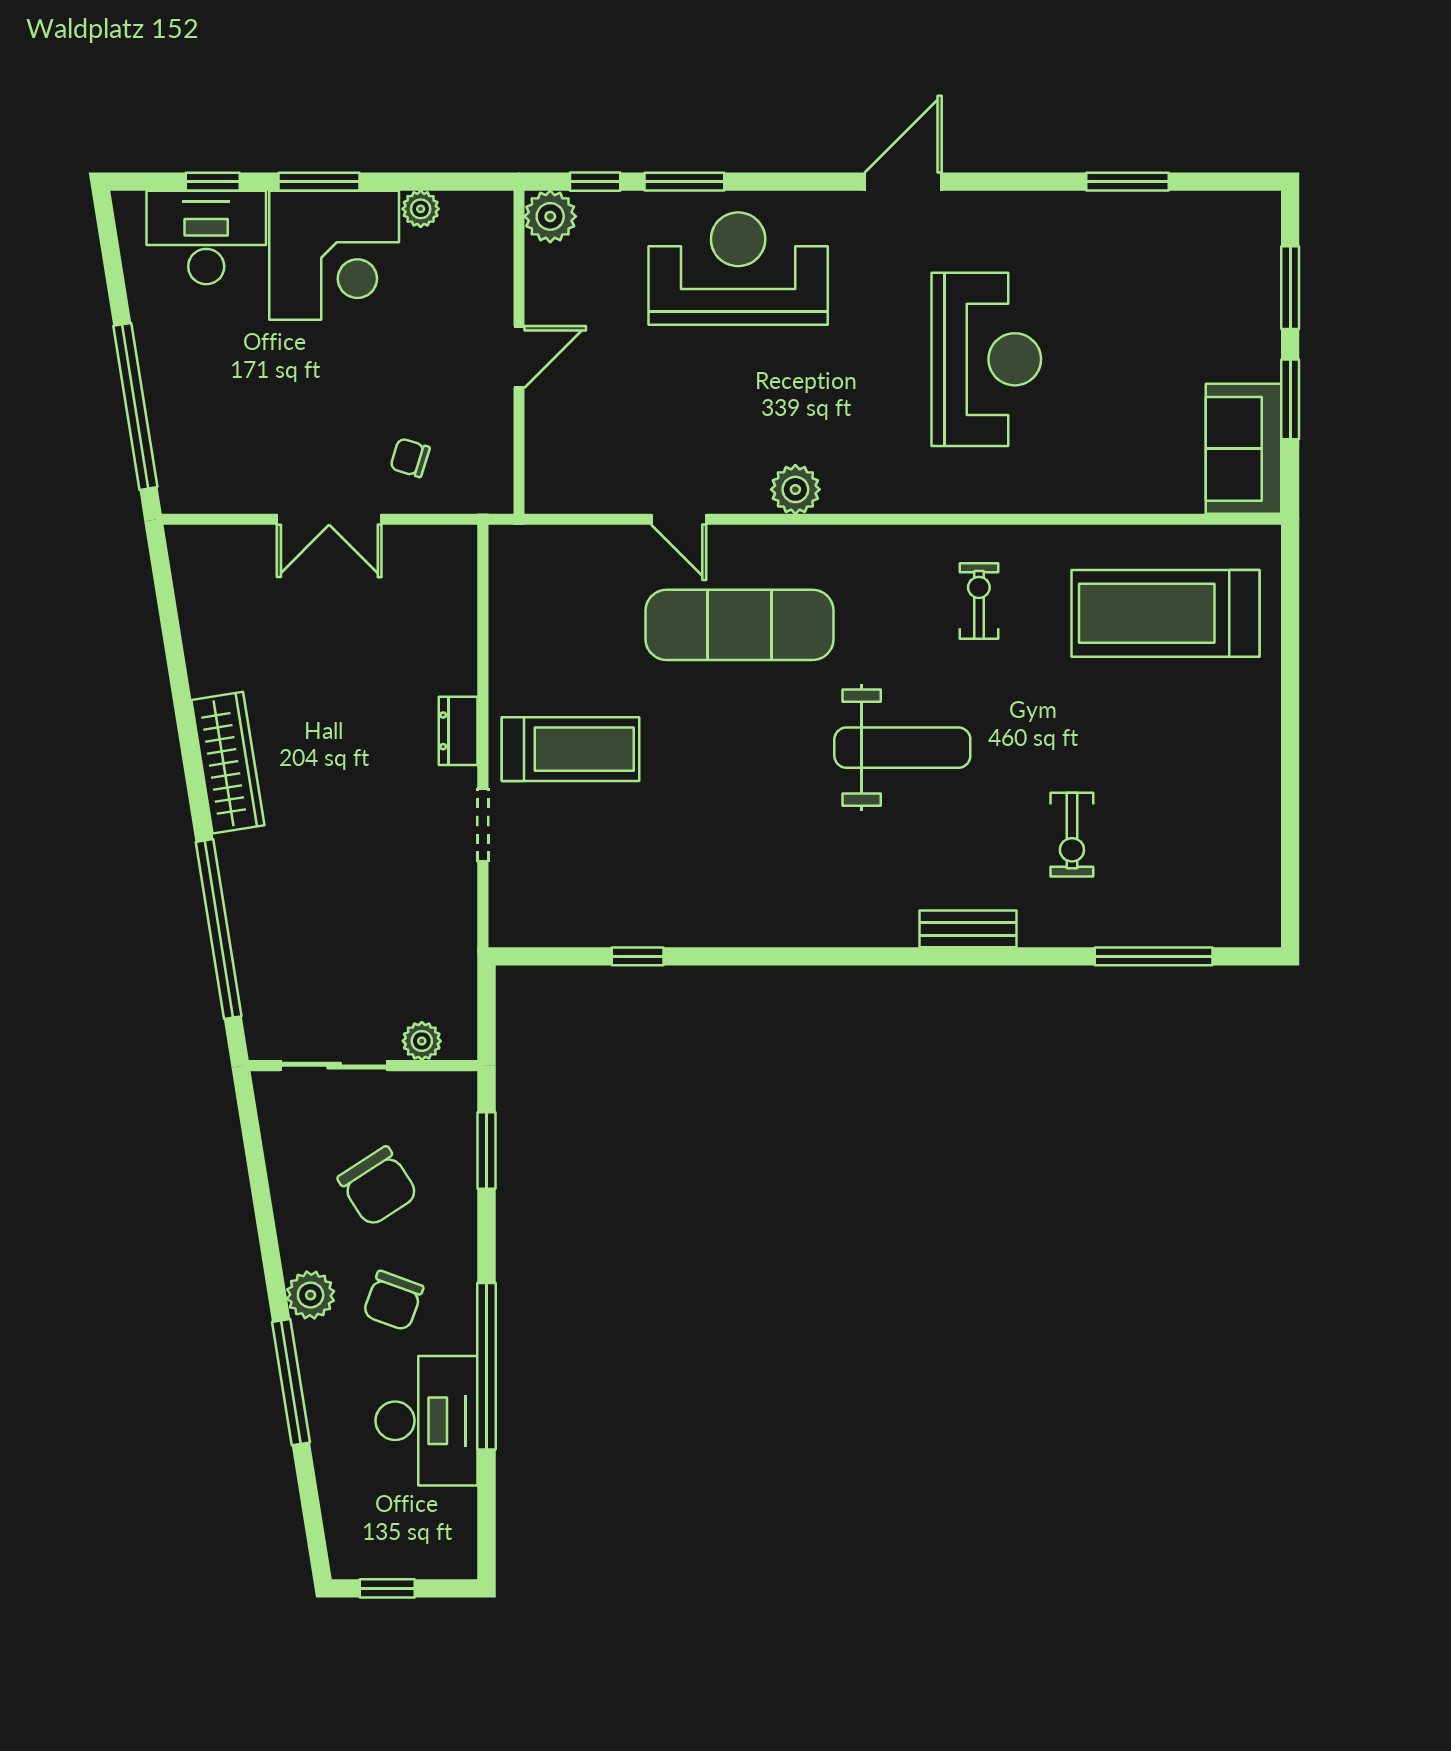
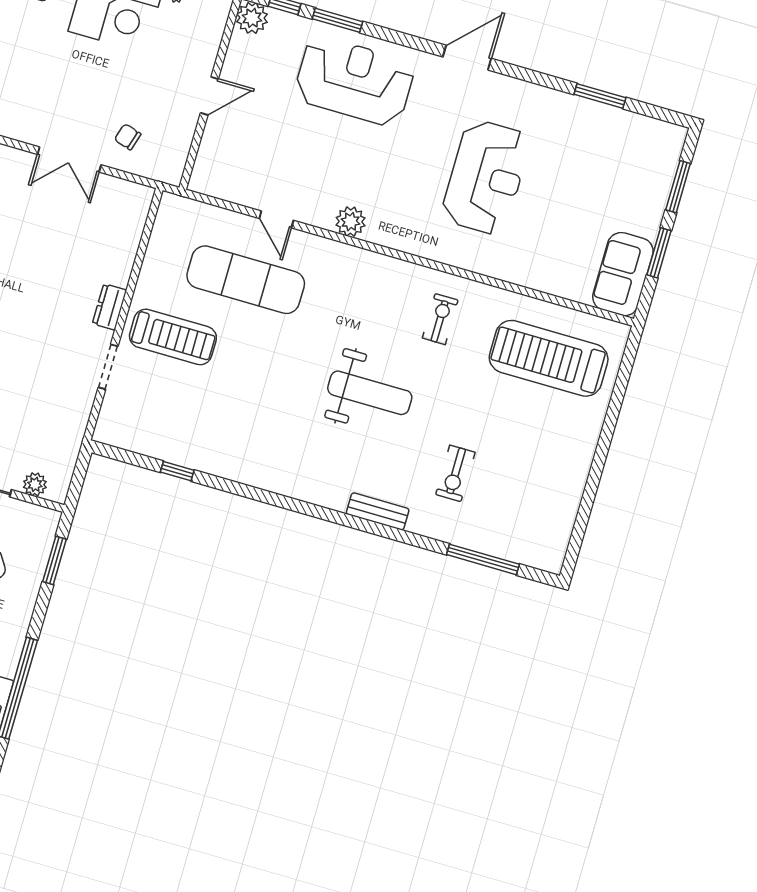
exercise mat: (740, 625) -> (246, 280), moved

